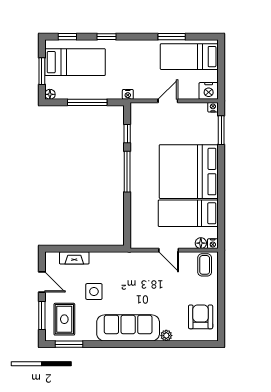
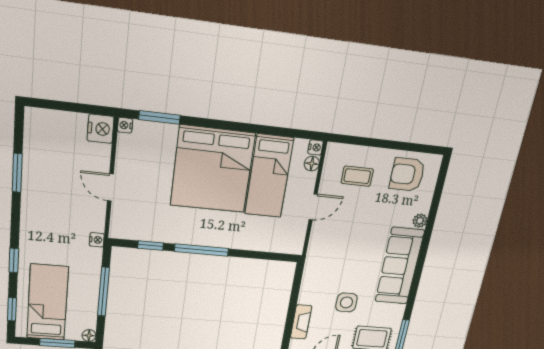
bed: (189, 57) -> (48, 151), removed
coffee table: (205, 265) -> (357, 176), moved

